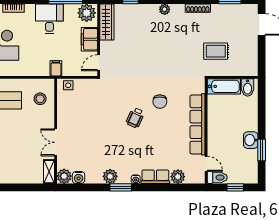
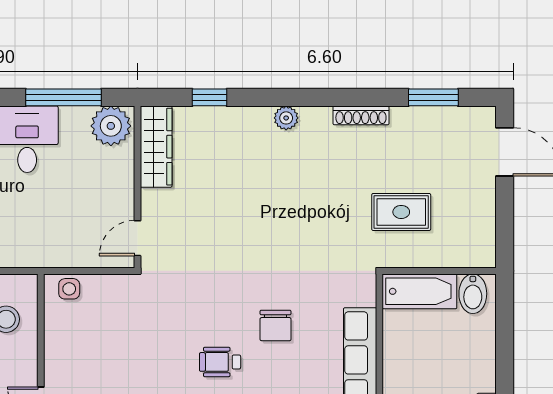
filing cabinet: (89, 39) -> (117, 185), removed
filing cabinet: (56, 68) -> (42, 251), removed
wheelchair: (135, 118) -> (220, 362), turned 66

